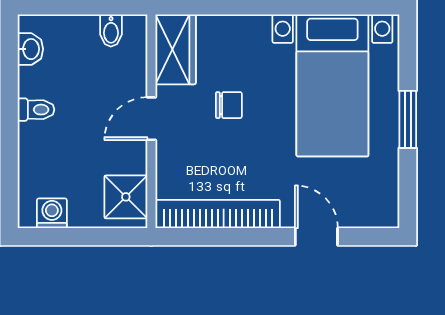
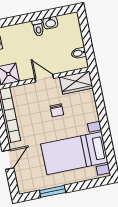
washbasin: (30, 49) -> (50, 23), moved
window: (408, 119) -> (53, 191), moved

